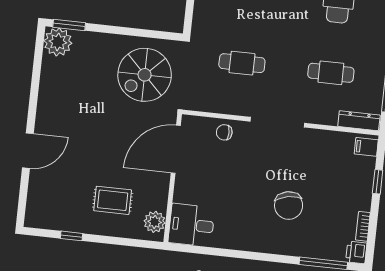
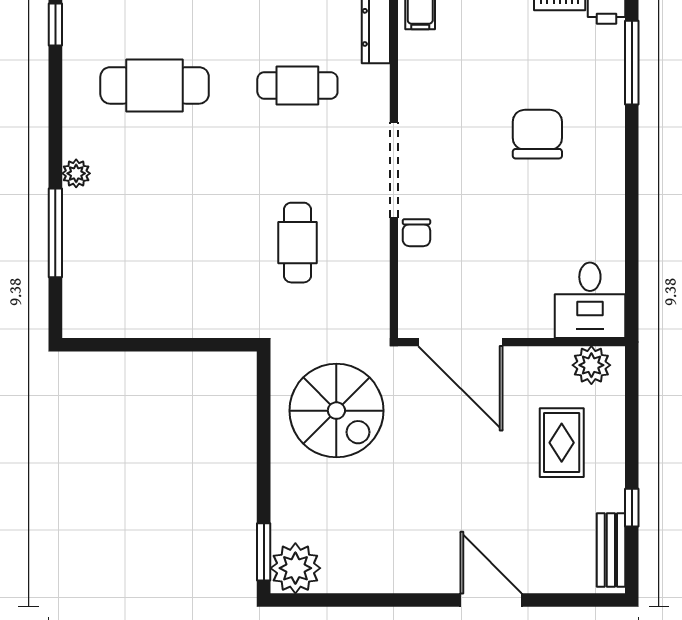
cafe table: (331, 73) -> (297, 85), turned 90
chair: (224, 132) -> (416, 233), moved
chair: (289, 206) -> (537, 134), turned -79
bench: (49, 222) -> (611, 550), added

